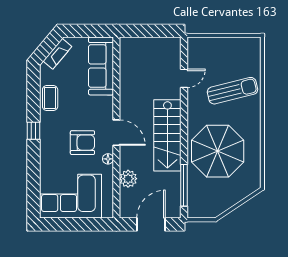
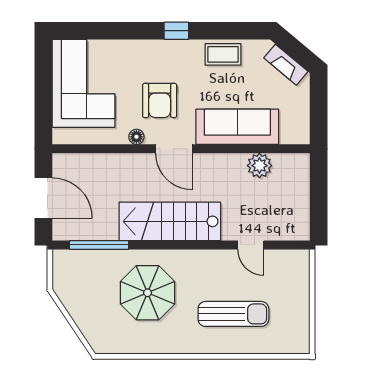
sofa: (101, 66) -> (237, 127), moved
sun lounger: (232, 91) -> (233, 314), turned -76
door: (116, 133) -> (174, 149), hinge flipped
parasol: (218, 151) -> (148, 293), width x0.73, depth x0.73
plant: (128, 179) -> (259, 166), moved

